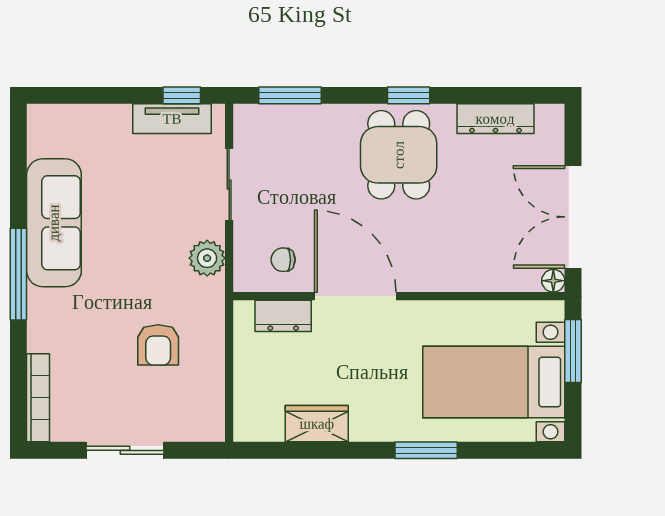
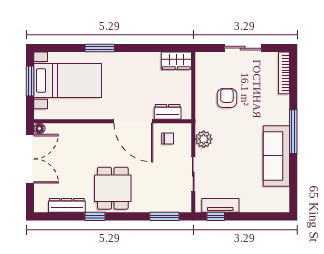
window: (409, 95) -> (95, 216), moved
window: (573, 351) -> (30, 81), moved
wardrobe: (317, 424) -> (176, 61), moved

